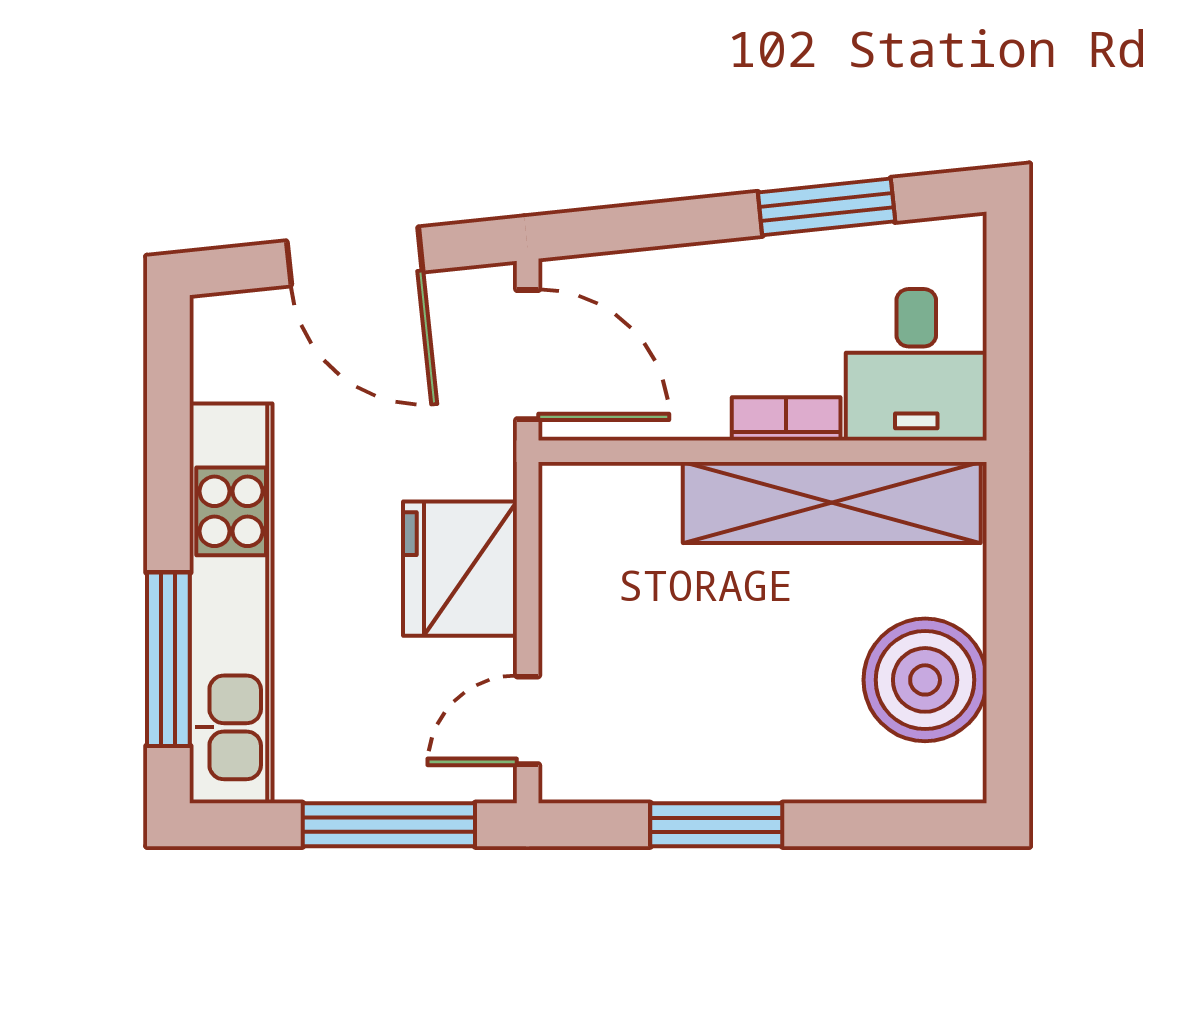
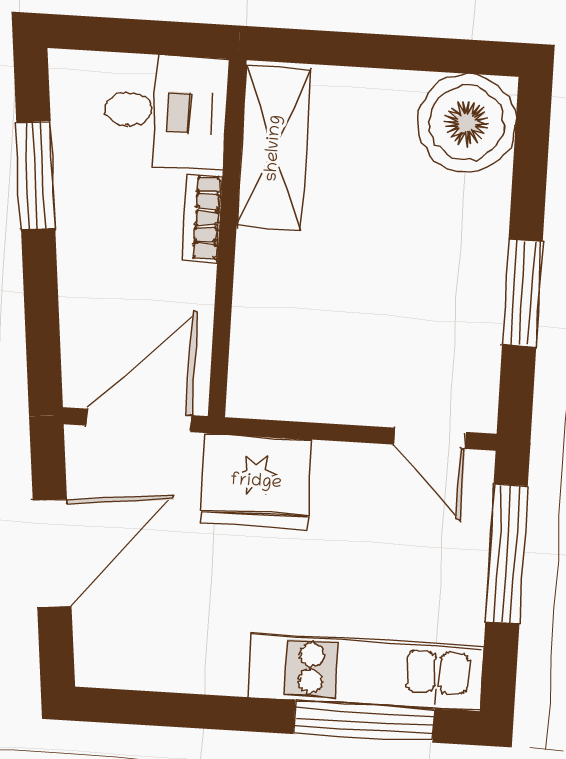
shelving: (832, 502) -> (274, 148), width x0.68
fridge: (460, 569) -> (256, 482), moved
kitchen unit: (231, 603) -> (365, 671), width x0.73
boiler: (925, 680) -> (467, 123), moved

